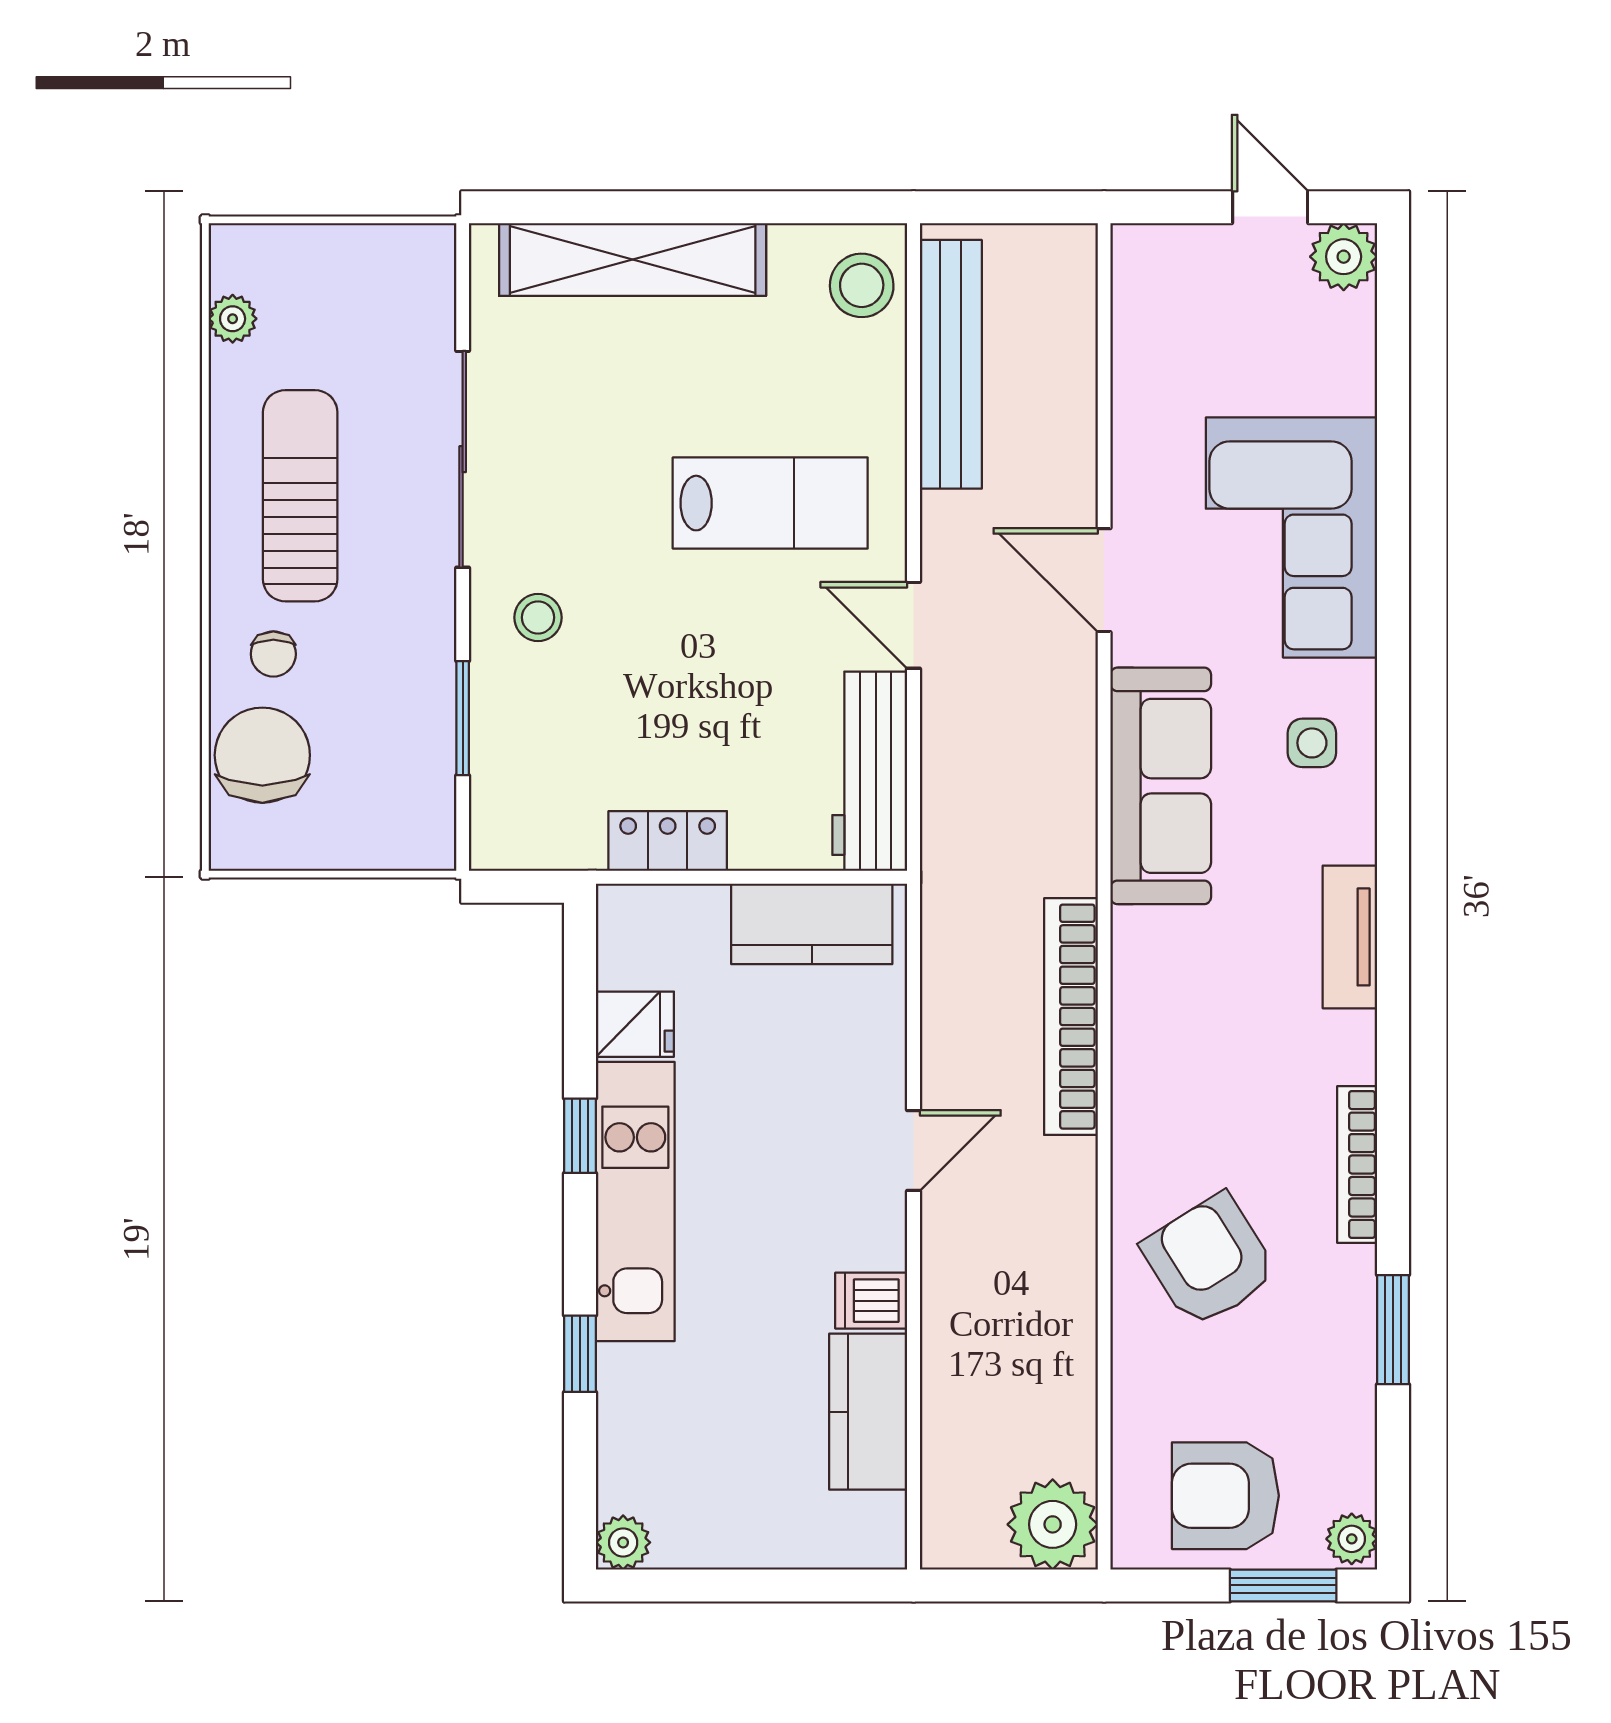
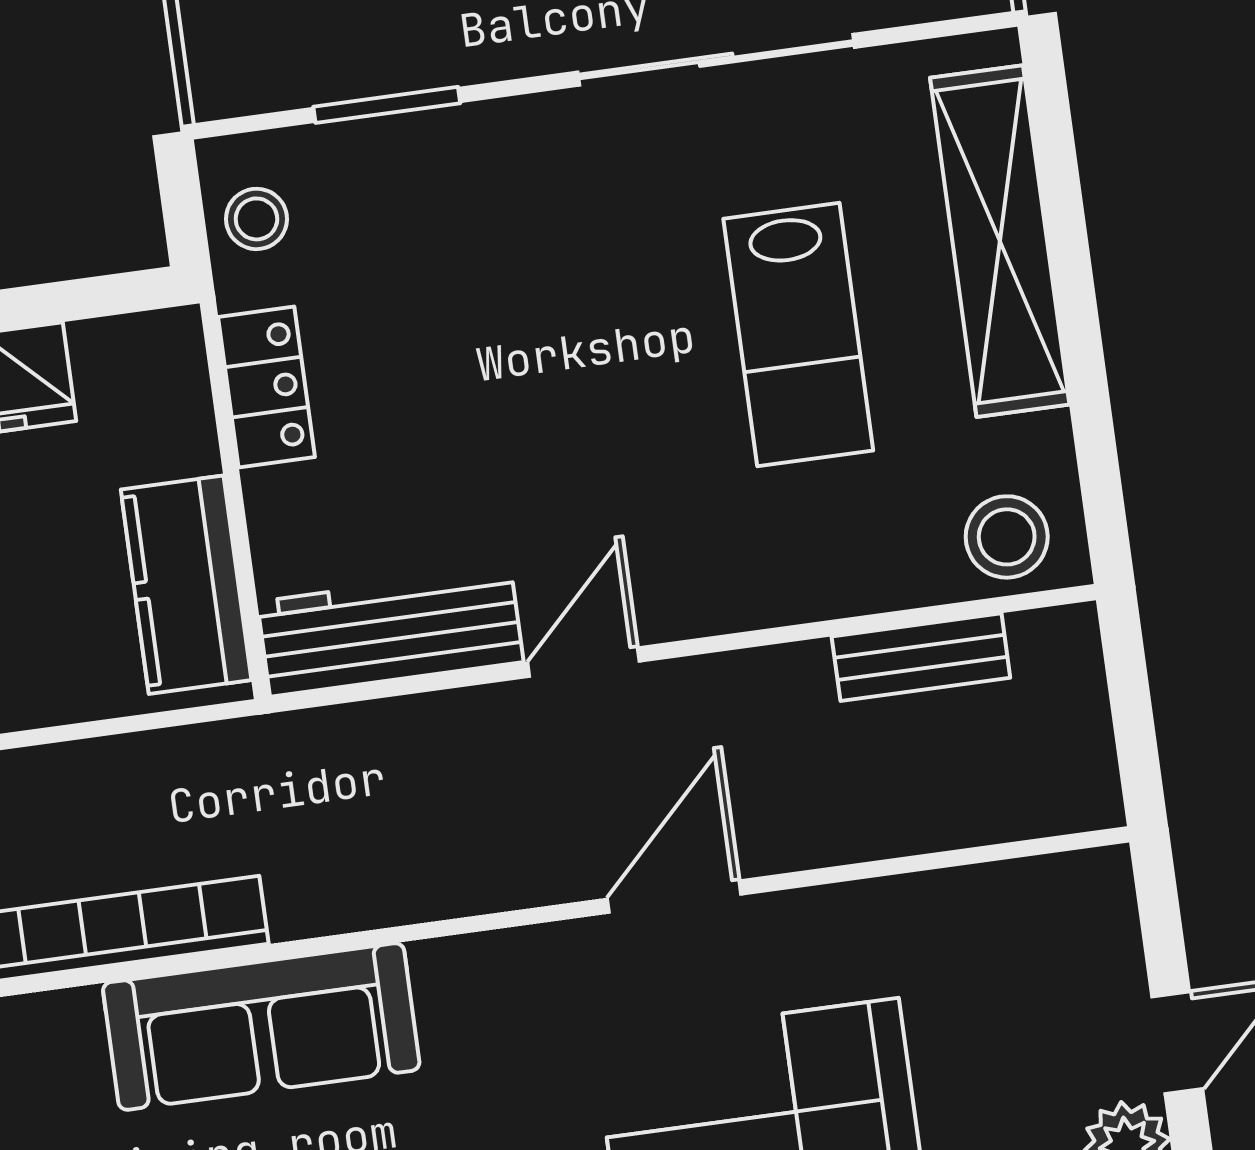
bench: (951, 364) -> (921, 657), width x0.54, depth x0.82
lab bench: (770, 503) -> (798, 335), moved
stool: (538, 617) -> (256, 219), moved
sofa: (1161, 786) -> (261, 1026), moved

